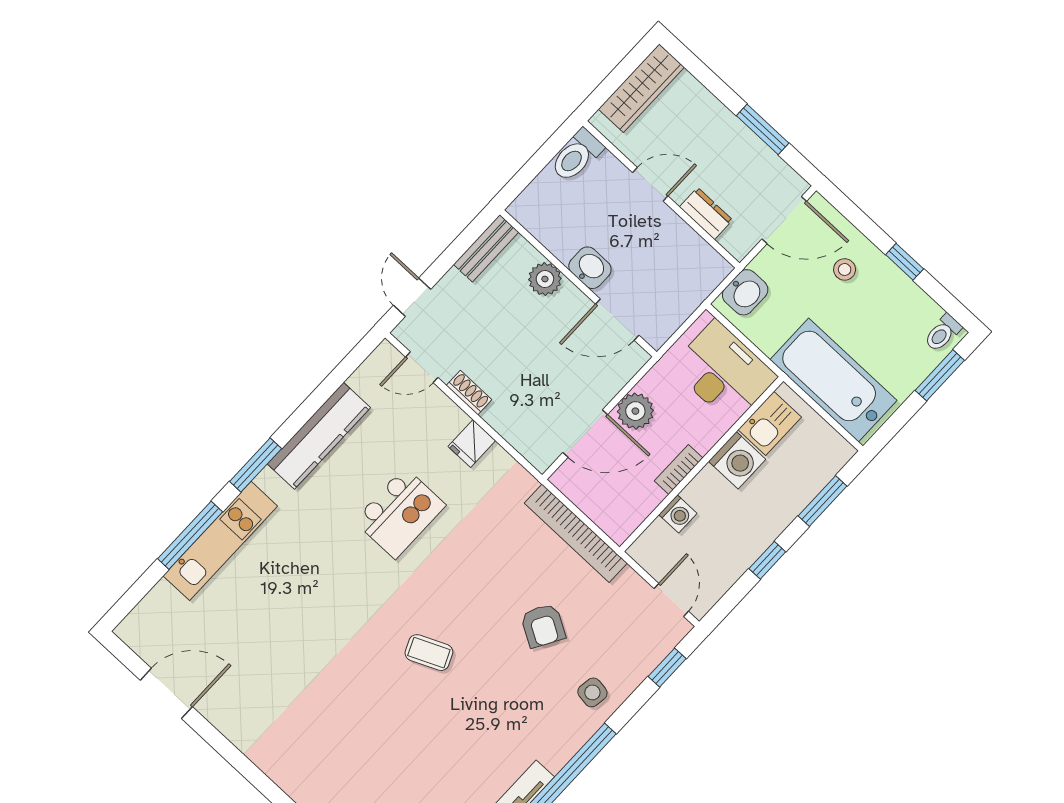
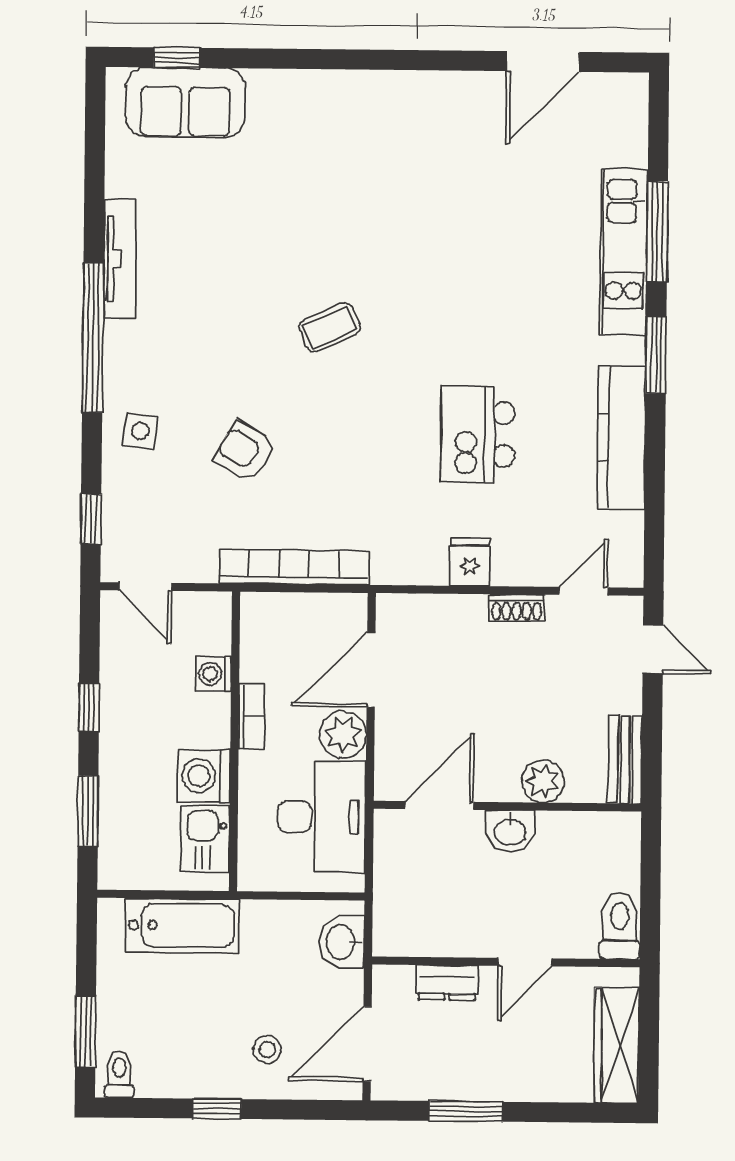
desk: (724, 372) -> (322, 817), moved, turned -90
bathtub: (834, 380) -> (182, 925), width x0.73, depth x0.73

